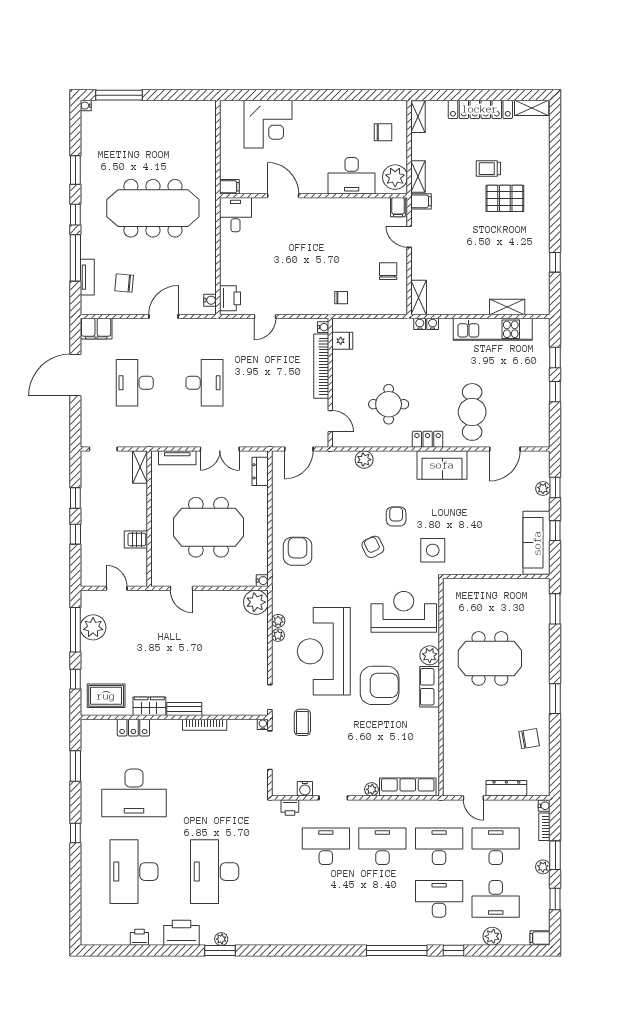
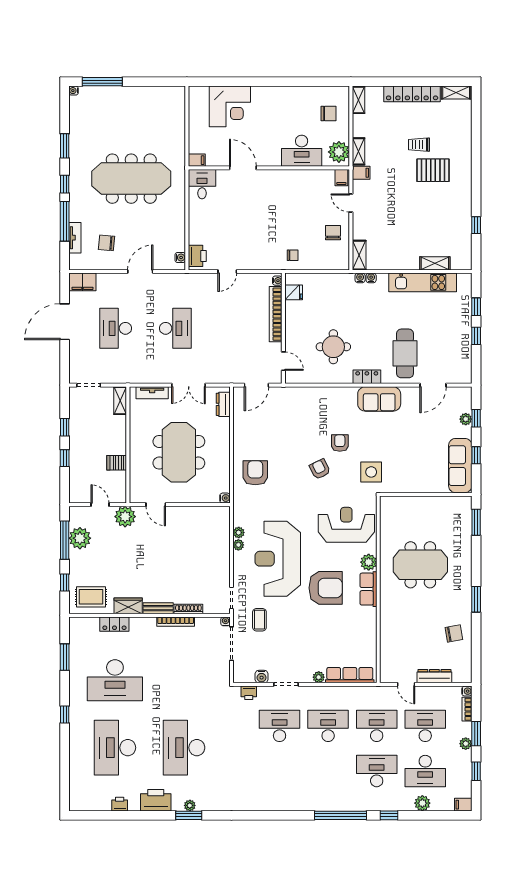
plant: (364, 460) -> (312, 394), removed
meeting table: (208, 527) -> (179, 452), turned 90
plant: (256, 602) -> (125, 517), moved
shoe rack: (220, 710) -> (188, 609), added

